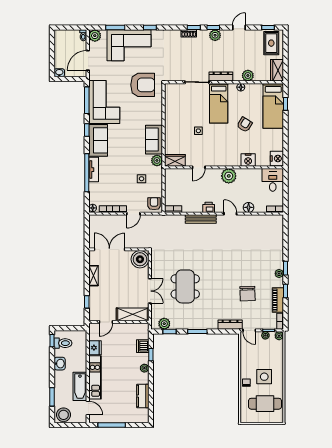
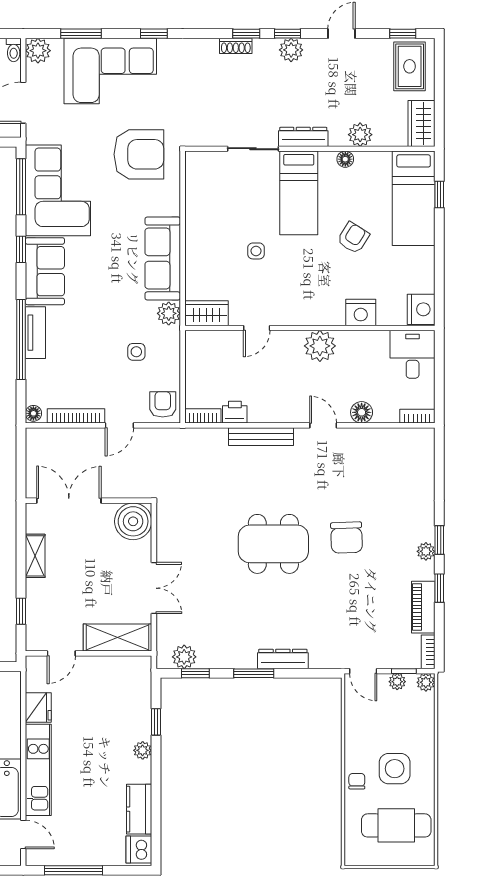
sofa: (154, 140) -> (163, 258), width x1.36
printer: (209, 207) -> (235, 412), moved
dining table: (185, 286) -> (273, 544), moved, turned 90
chair: (248, 294) -> (346, 538), moved
dresser: (230, 325) -> (283, 659), moved
dishwasher: (143, 346) -> (139, 850), moved

